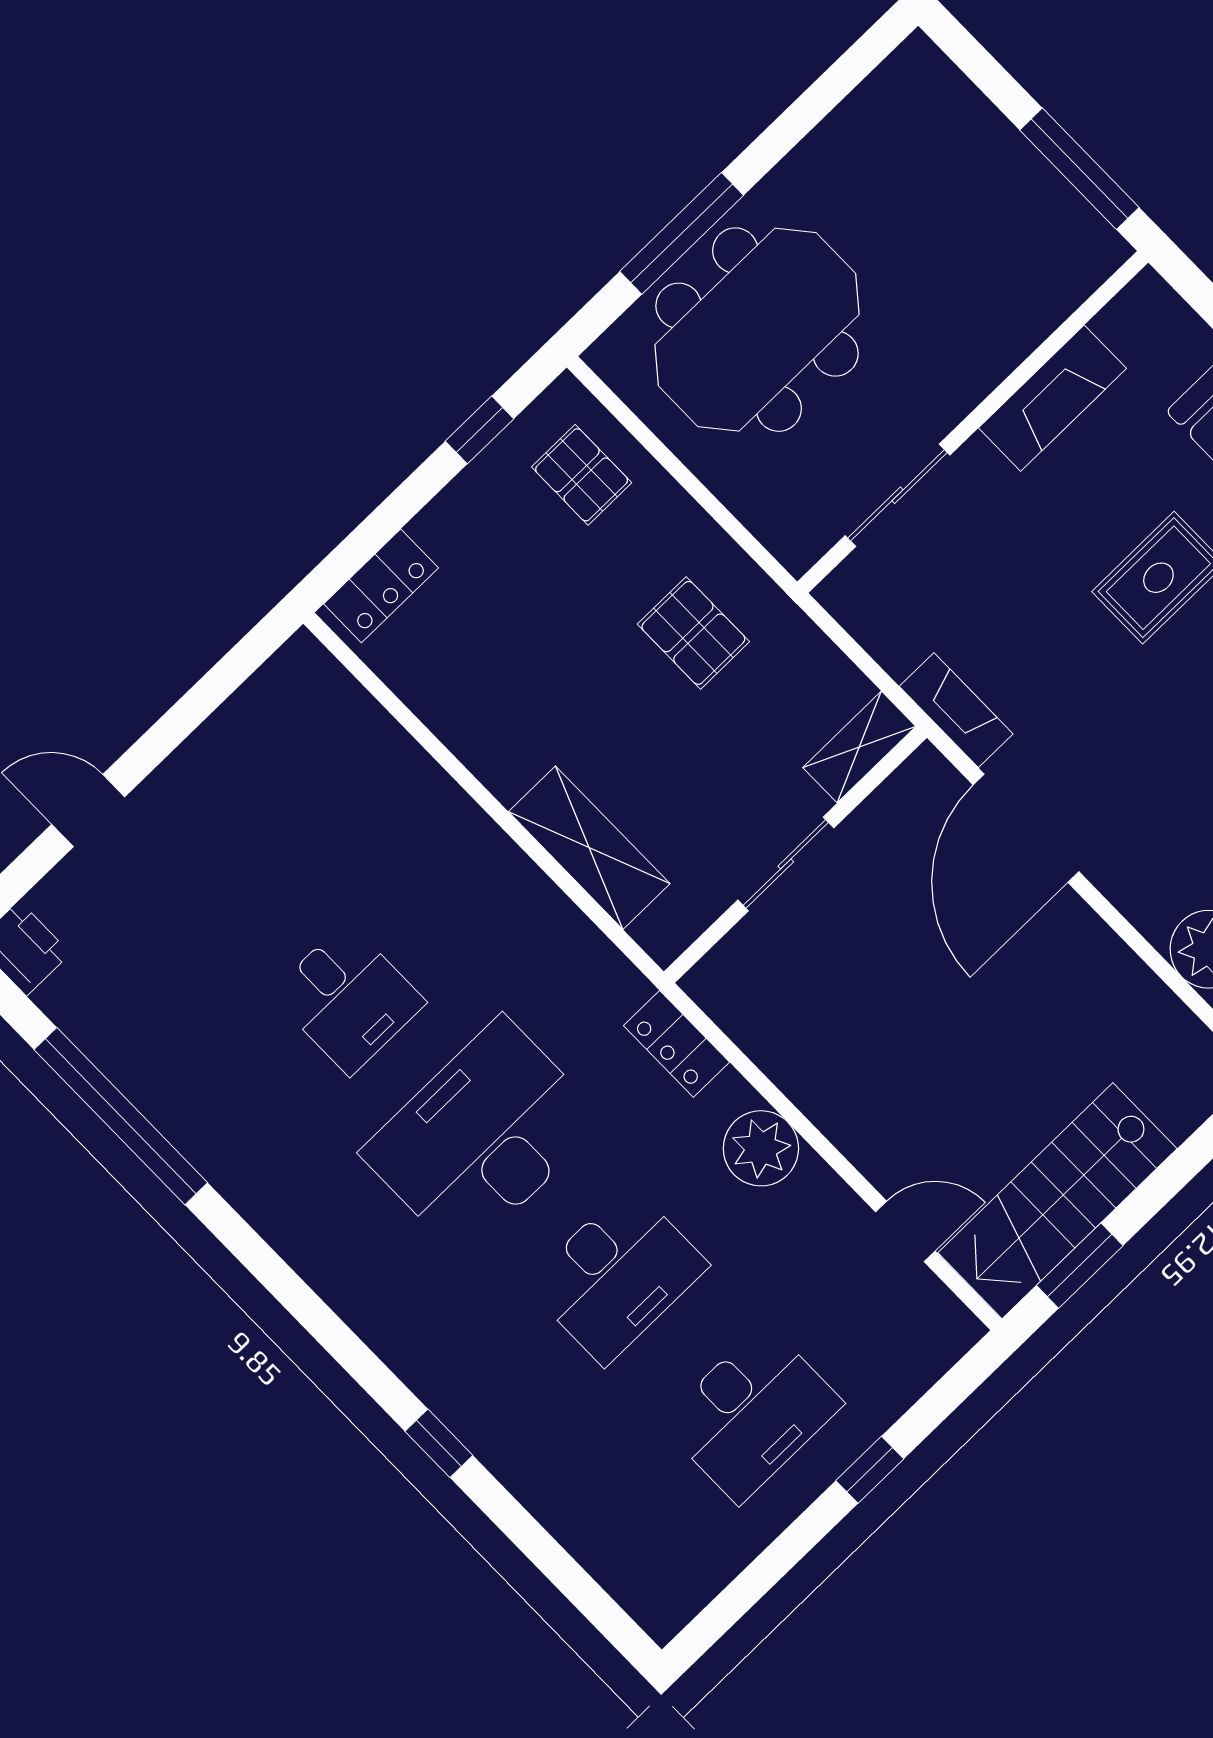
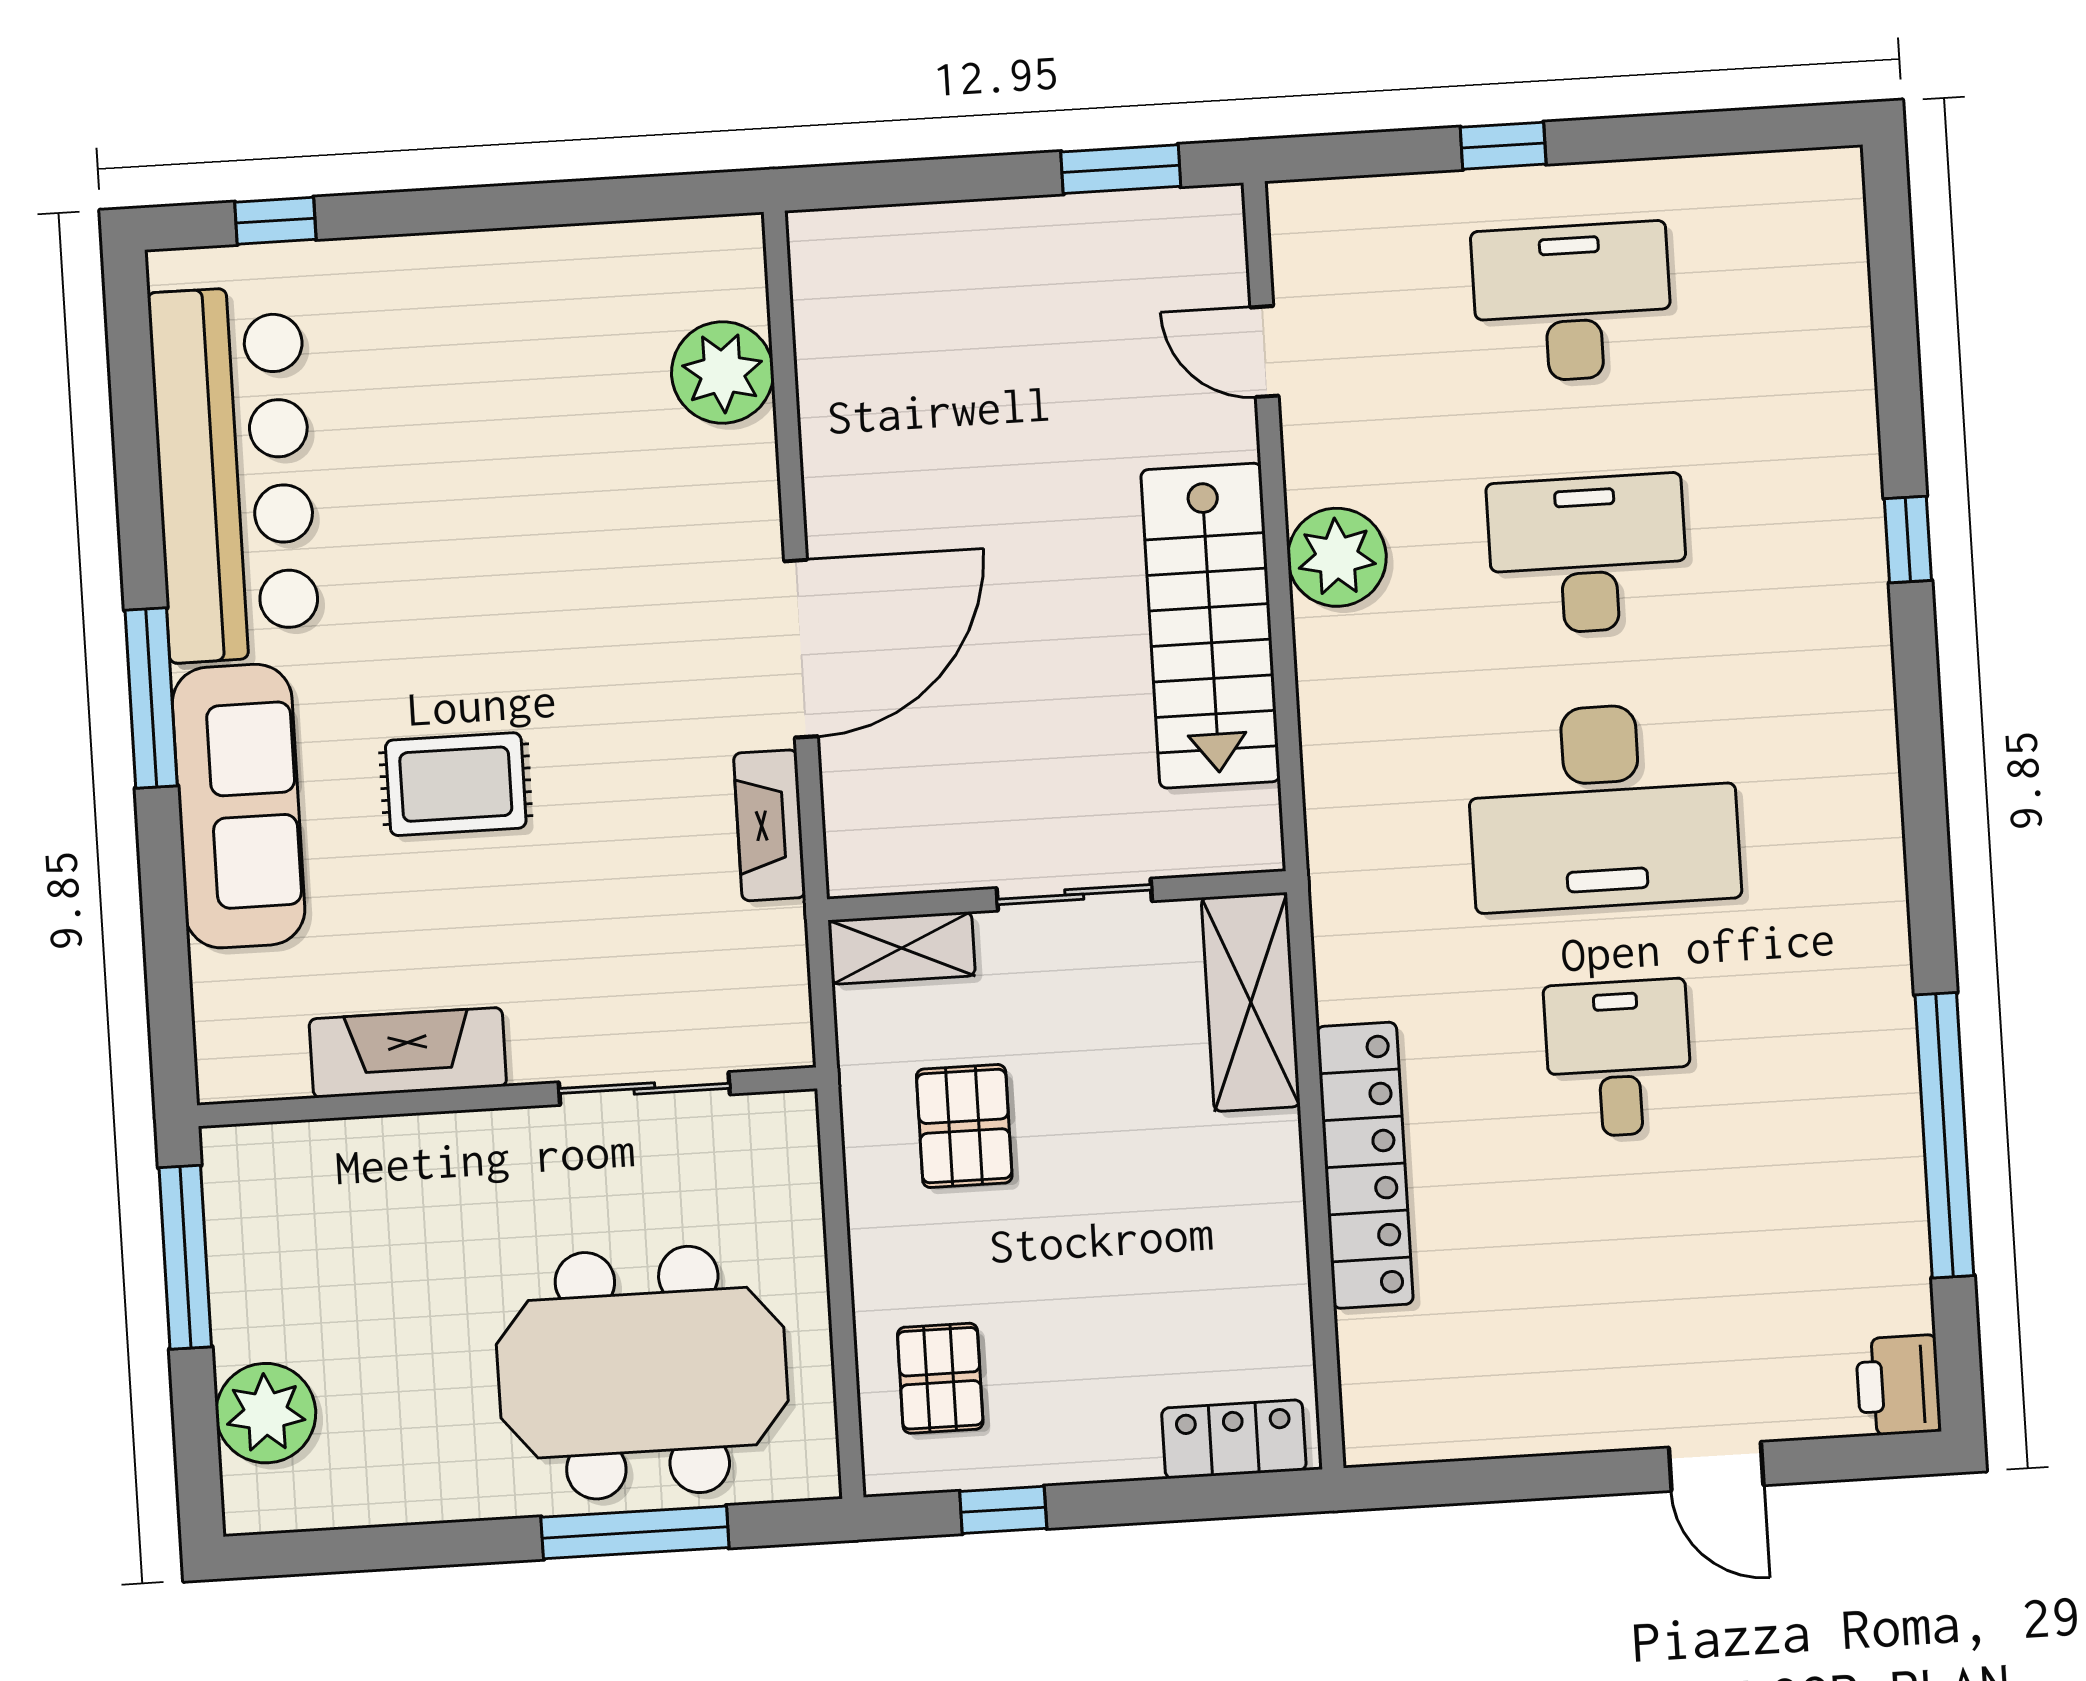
plant: (955, 118) -> (266, 1413), added
shelving: (859, 747) -> (902, 948), moved
wall: (795, 855) -> (1057, 896), moved
sliding door: (786, 864) -> (1074, 895), moved
locker: (677, 1044) -> (1365, 1165), moved, width x2.16, depth x1.21
stairs: (1057, 1201) -> (1210, 626), moved, turned 90

